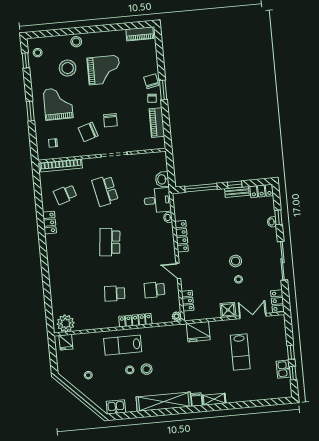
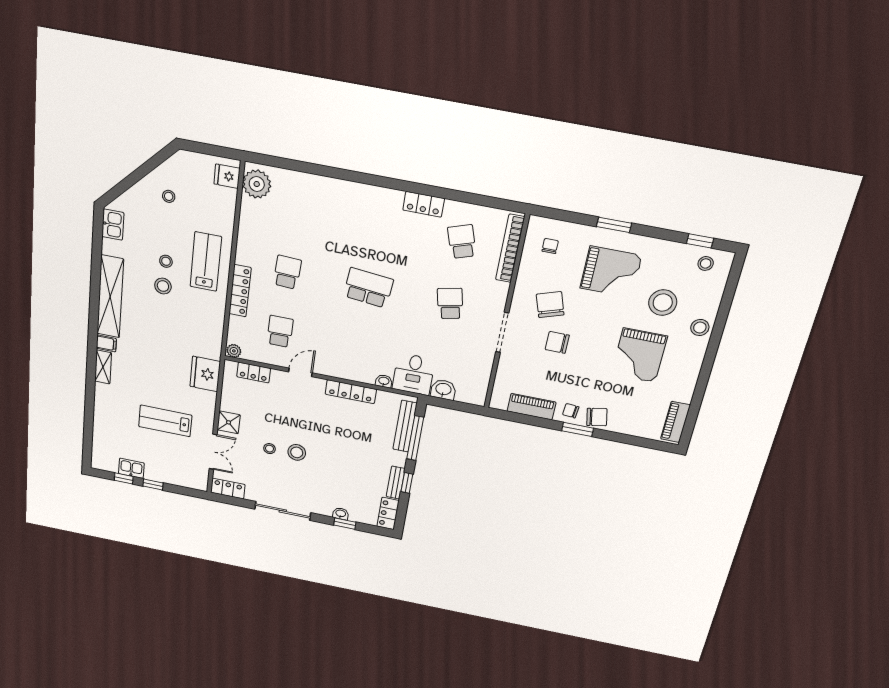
school desk: (105, 191) -> (450, 303), width x0.54
bench: (195, 196) -> (405, 426), added

